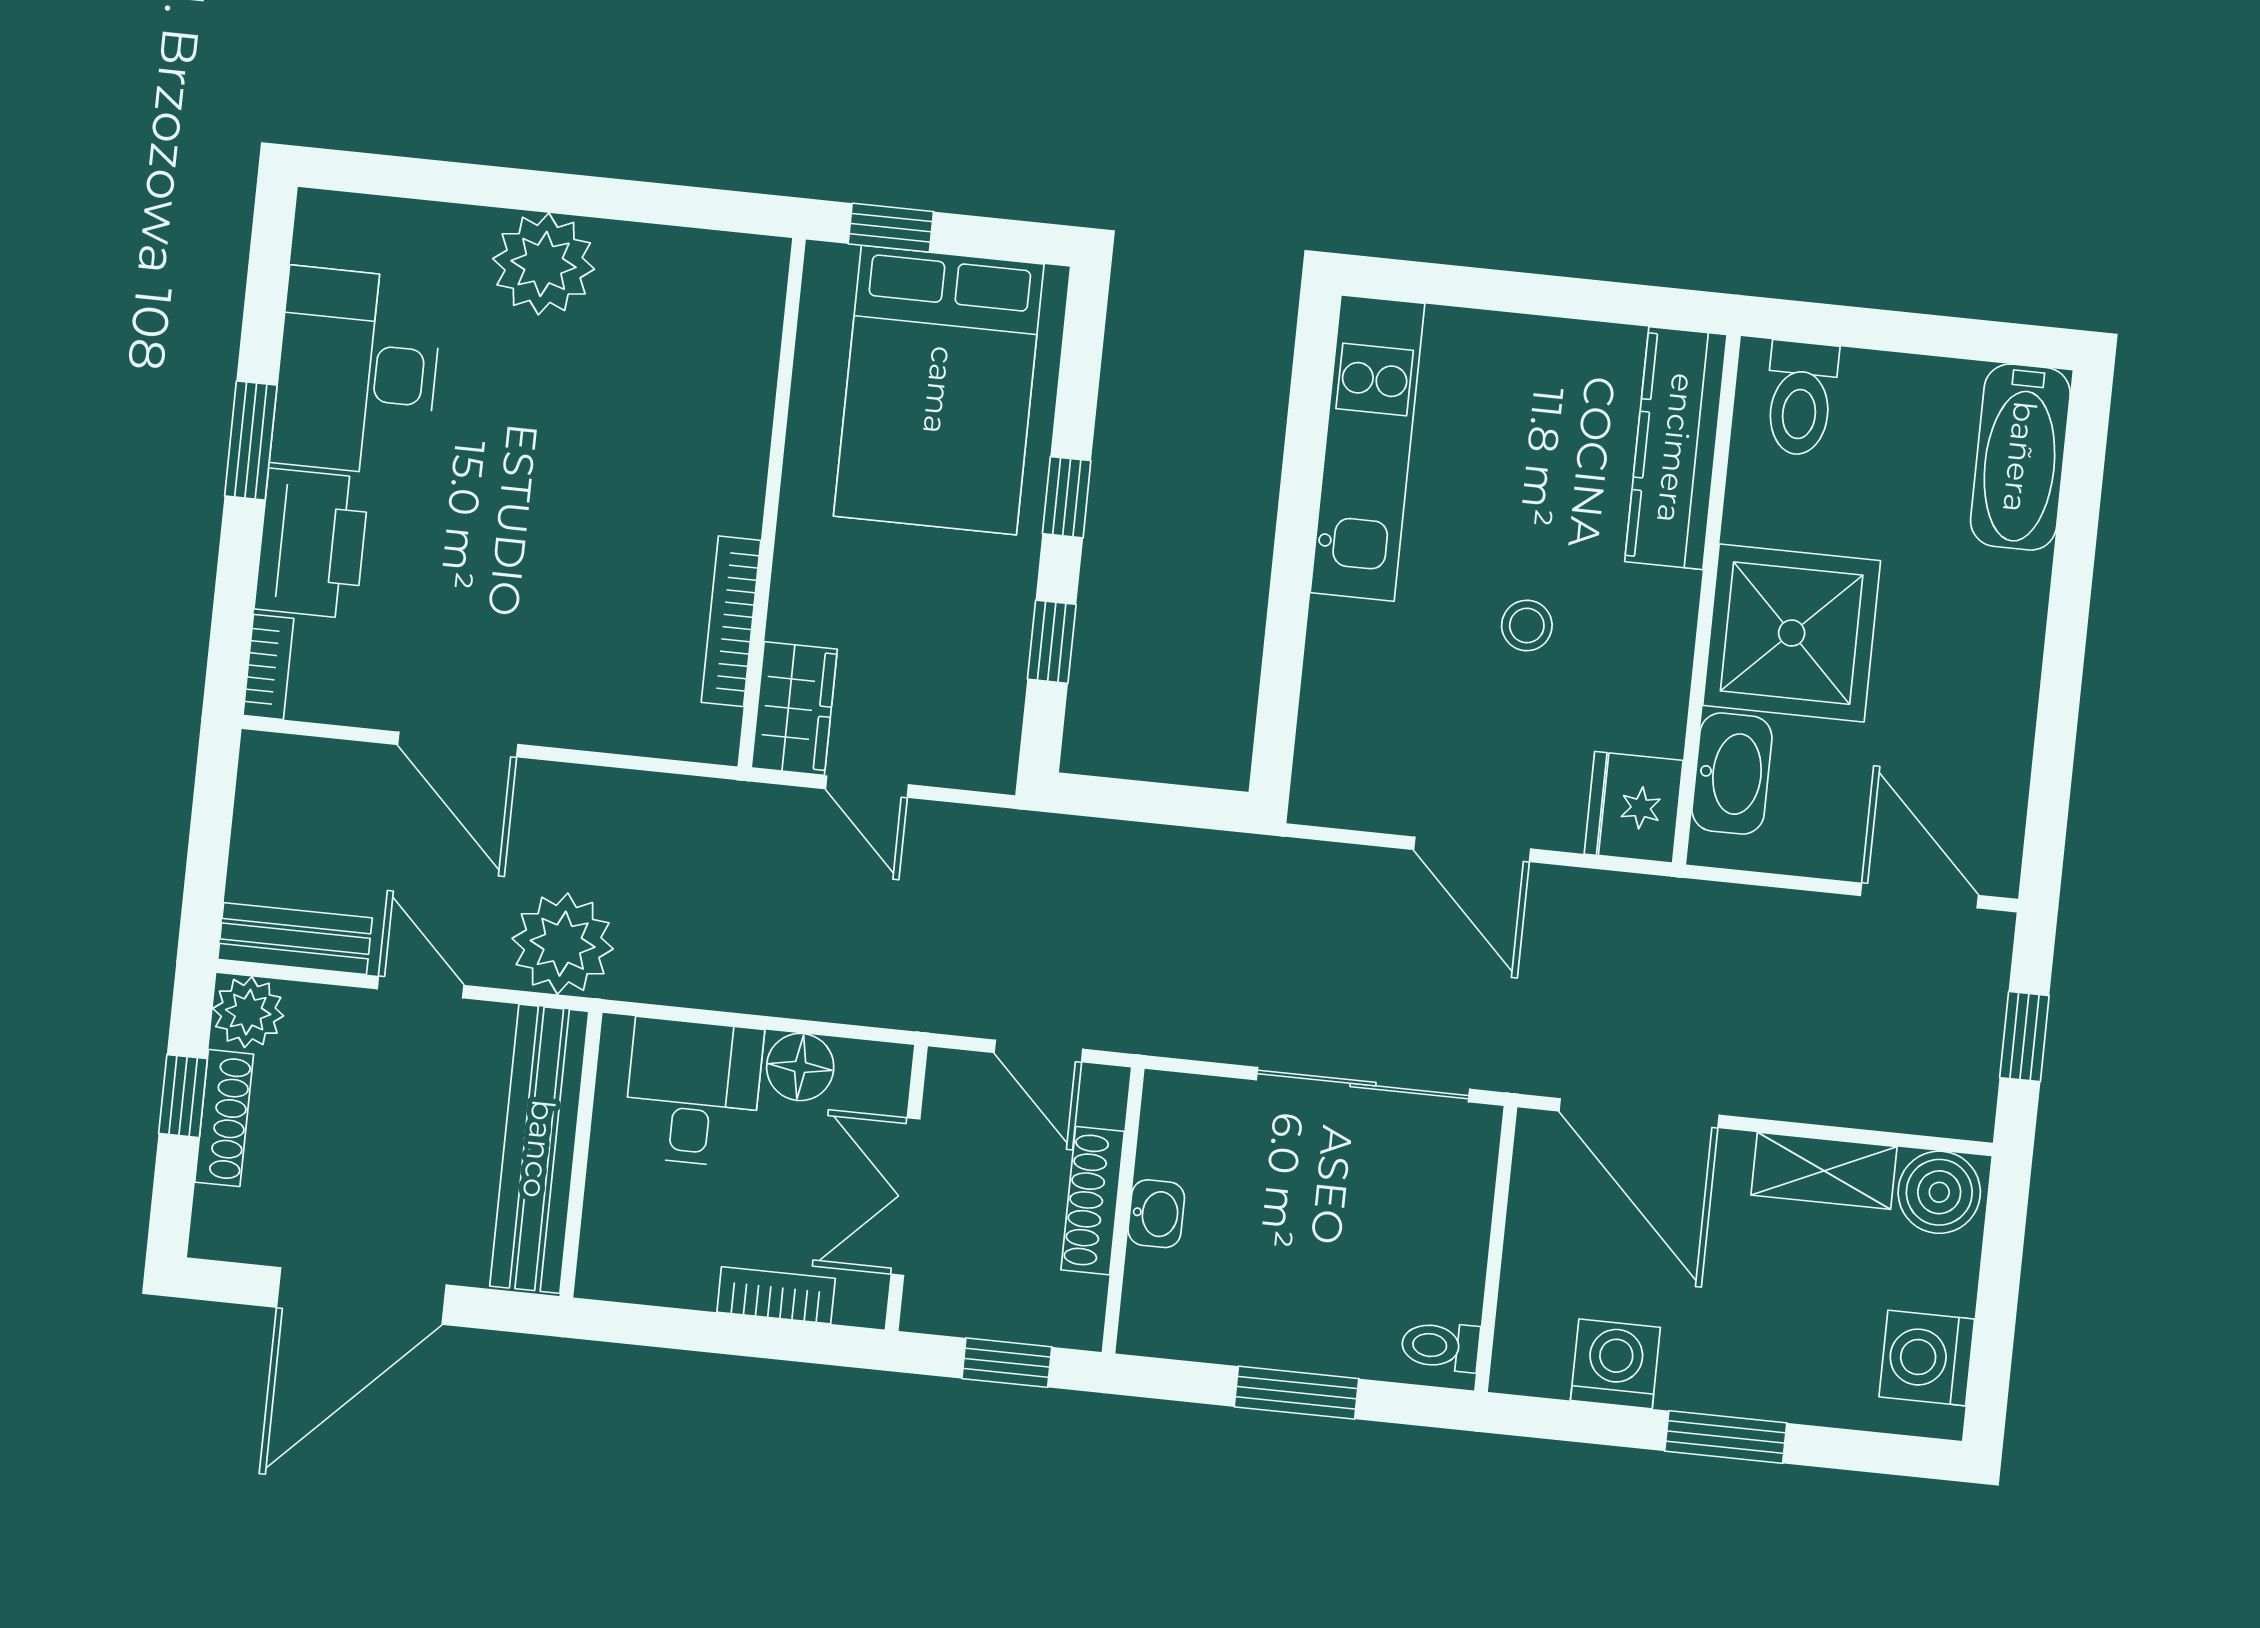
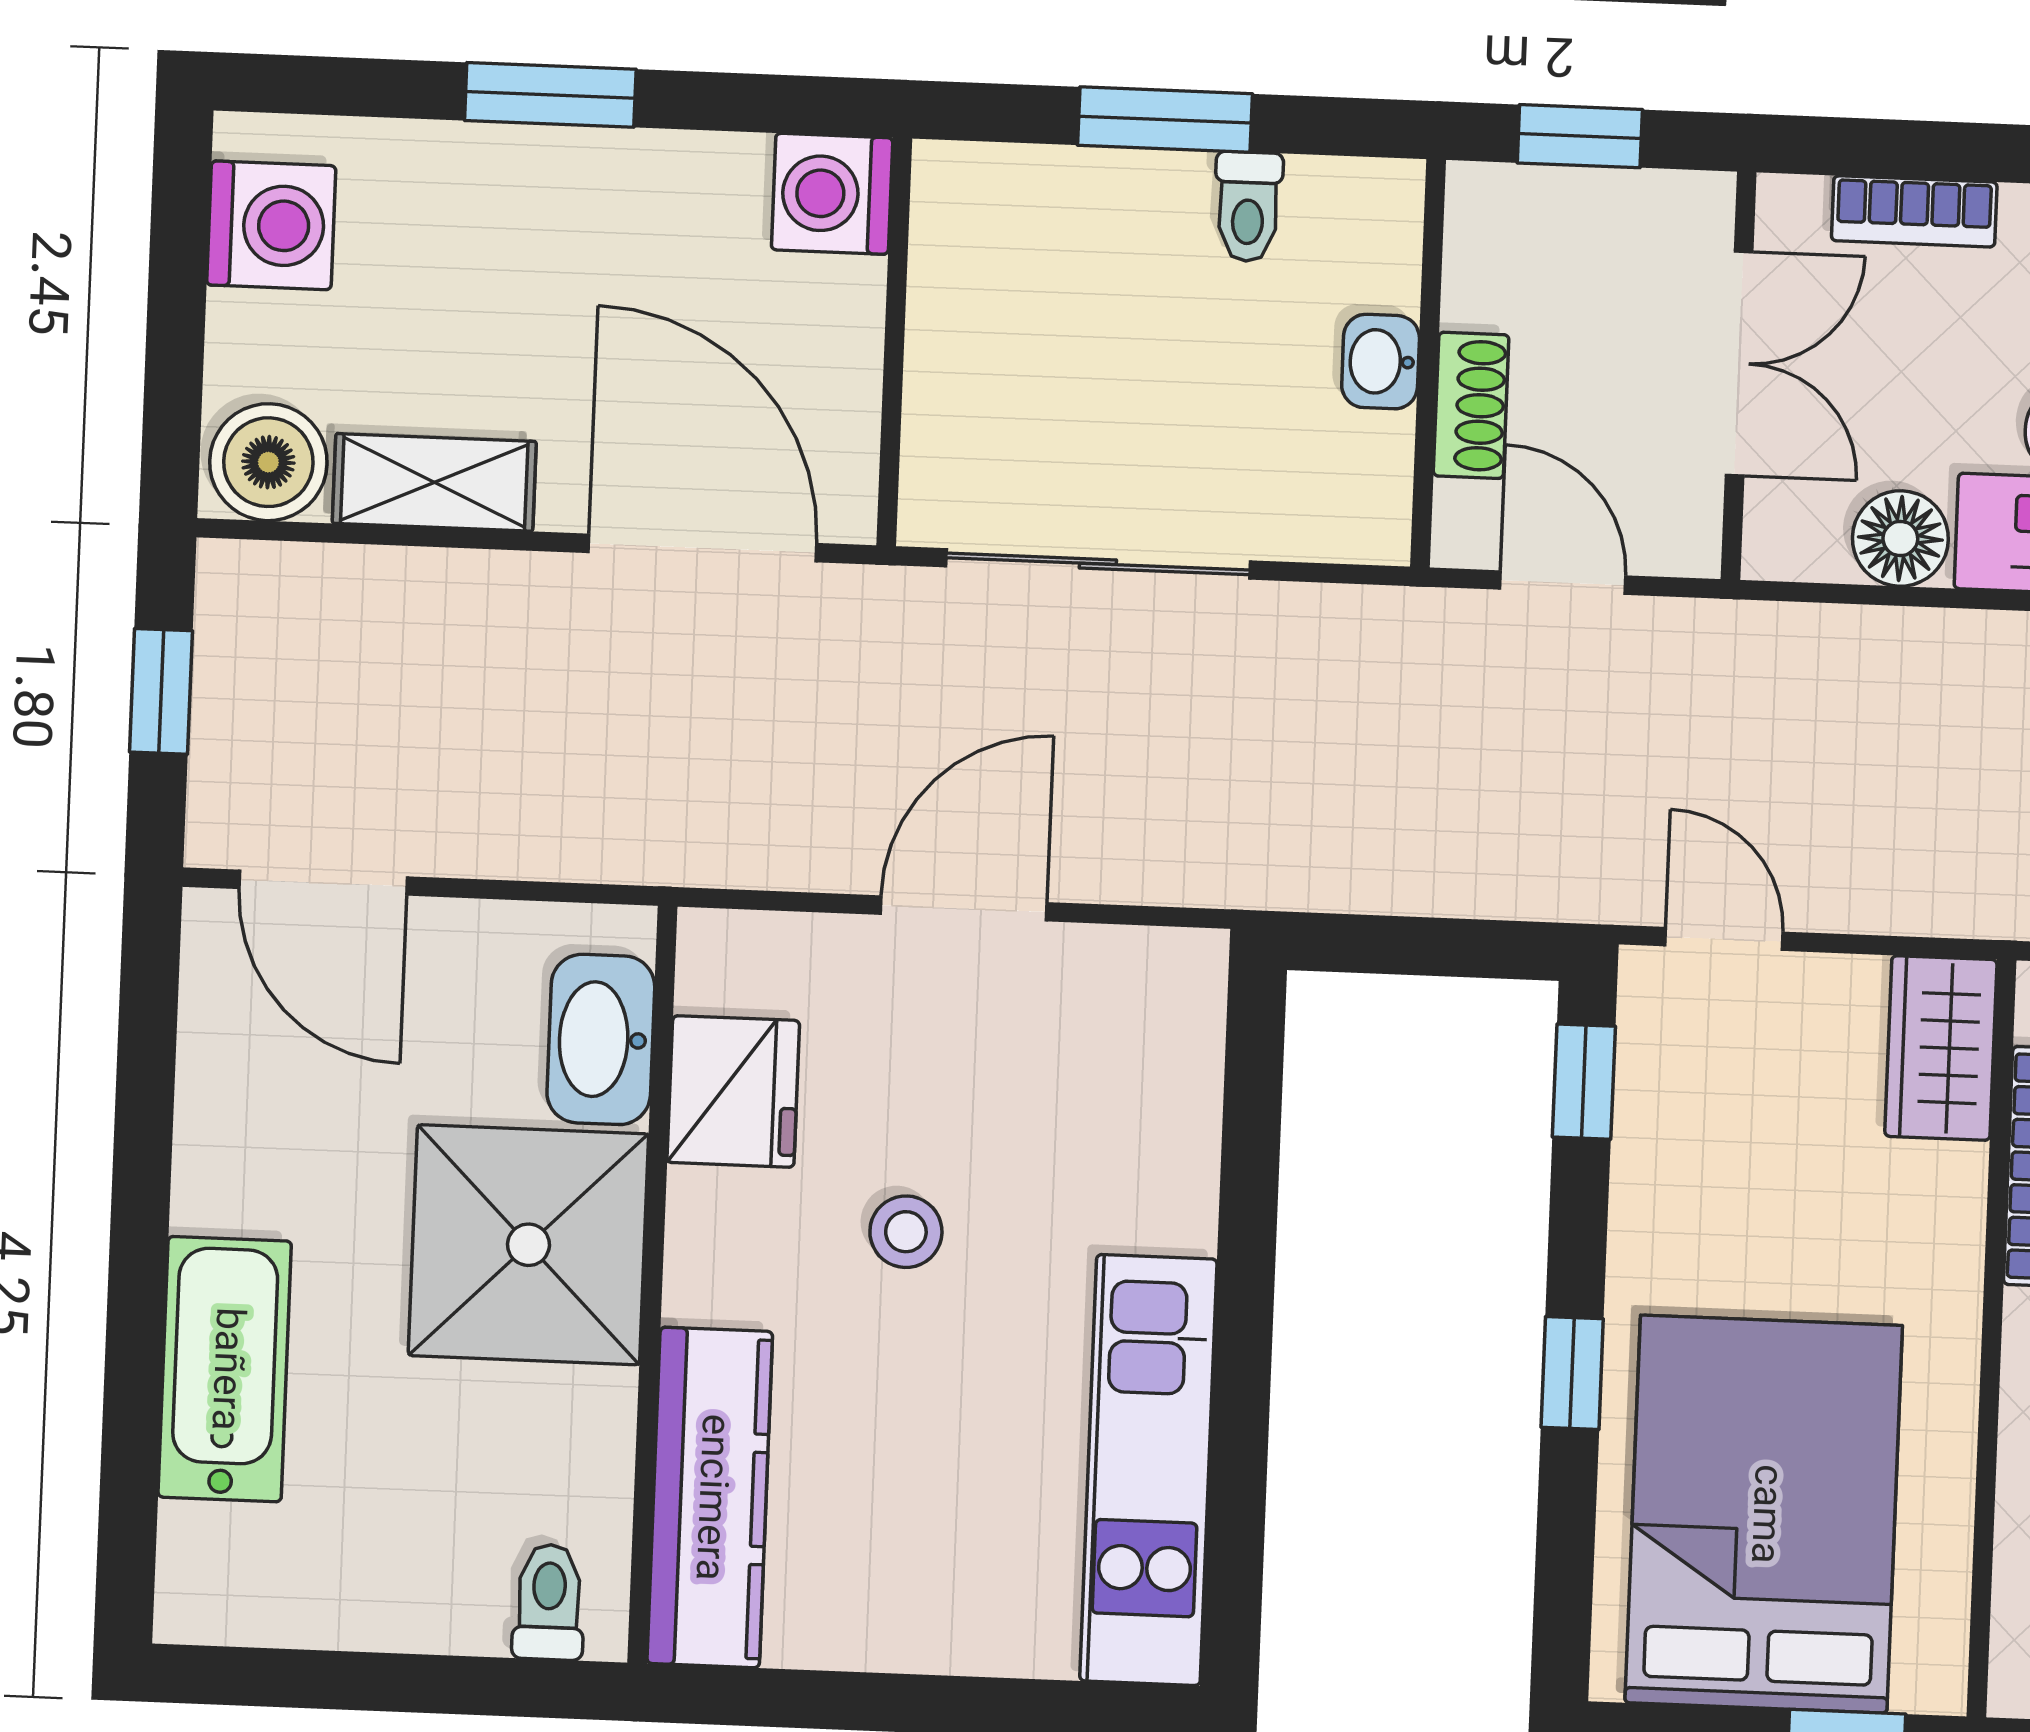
toilet: (1801, 398) -> (549, 1602), width x0.73, depth x0.72
bathtub: (2020, 457) -> (225, 1369), moved
window: (1052, 642) -> (1584, 1082), moved
door: (867, 787) -> (1724, 939), moved
fridge: (1634, 807) -> (733, 1091), moved
door: (1472, 849) -> (964, 908), hinge flipped
shoe rack: (1093, 1201) -> (1471, 405), width x0.70
toilet: (1440, 1346) -> (1248, 207), moved, turned 90
washing machine: (1615, 1364) -> (832, 194), moved, turned 90

